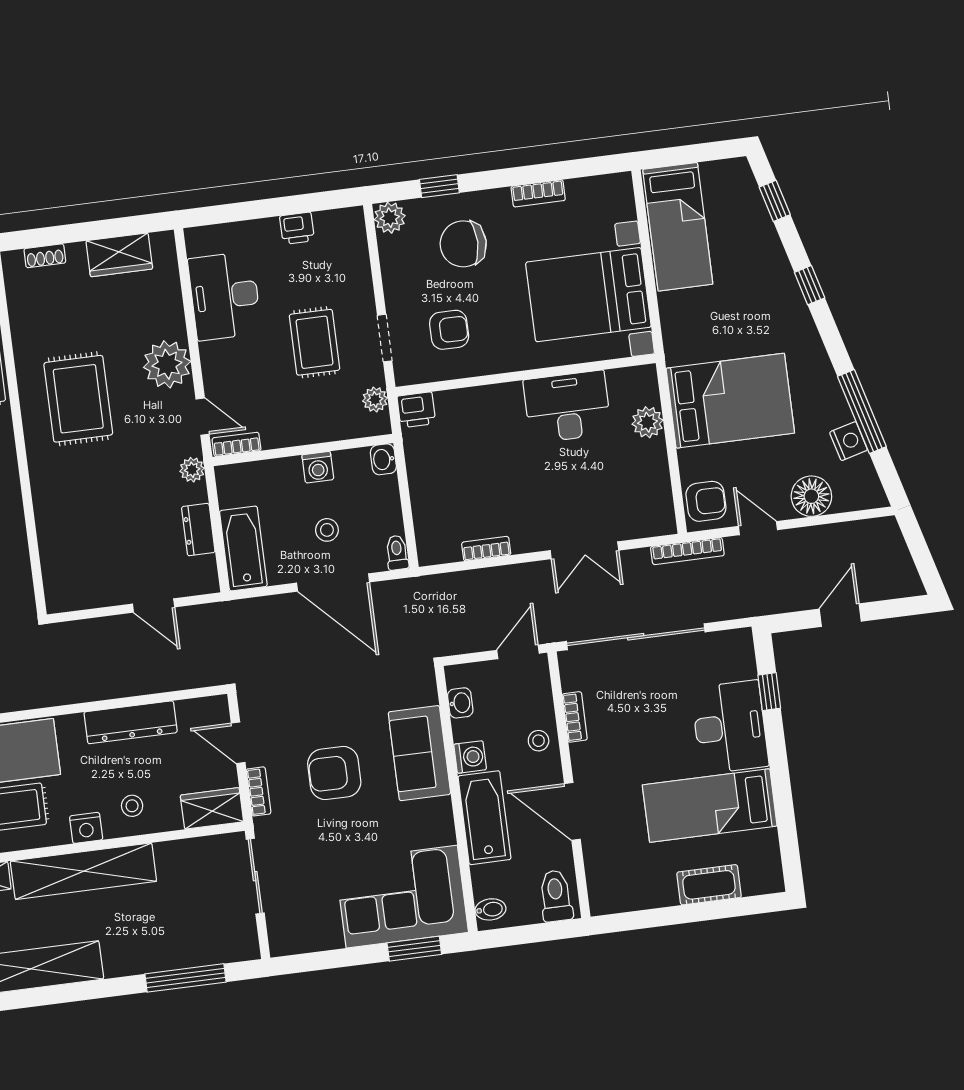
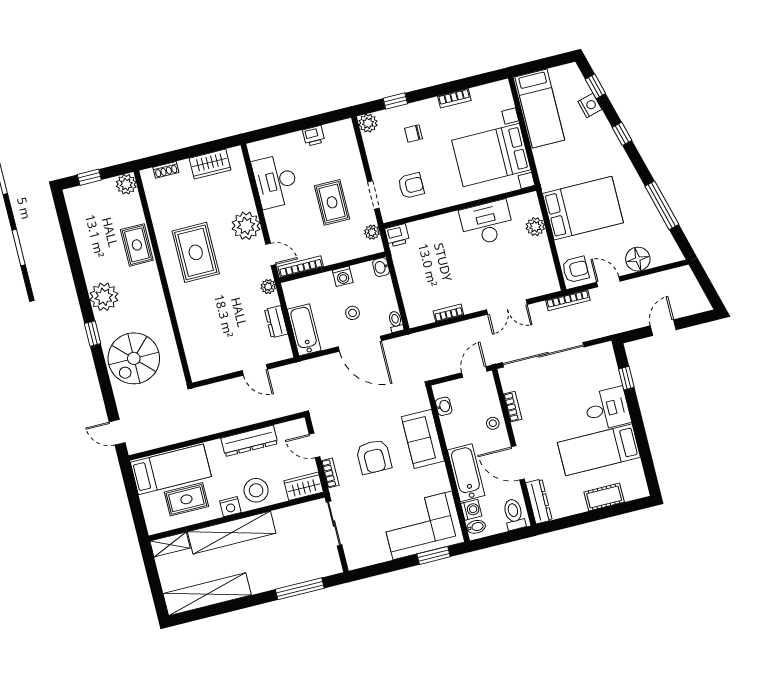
chair: (463, 244) -> (413, 134), width x0.54, depth x0.54
nightstand: (849, 441) -> (590, 105), moved
bookcase: (236, 444) -> (301, 266), width x1.56
desk: (730, 727) -> (607, 409), width x0.73
washing machine: (470, 757) -> (471, 510), moved
armchair: (334, 773) -> (374, 457), turned -90
stool: (132, 806) -> (256, 490), width x1.89, depth x1.89
dresser: (600, 879) -> (539, 501), added

